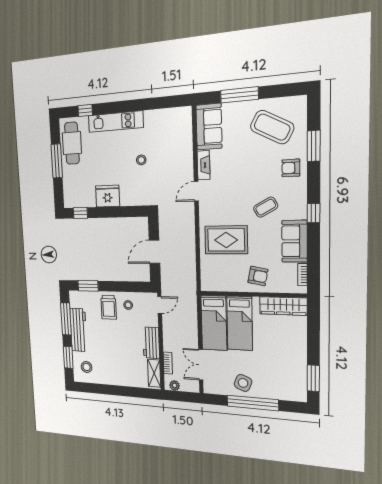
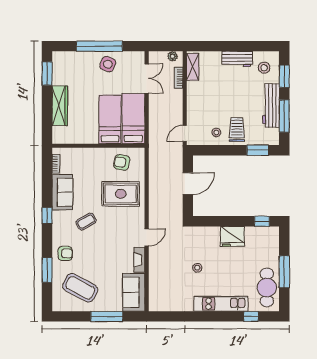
armchair: (258, 276) -> (122, 162), moved
wardrobe: (283, 306) -> (60, 106), moved, turned 90
workbench: (151, 343) -> (237, 59), moved, turned 90

